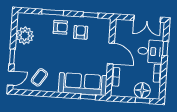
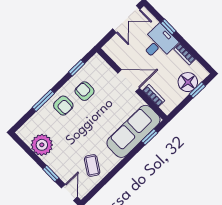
armchair: (60, 27) -> (63, 106), turned 90

